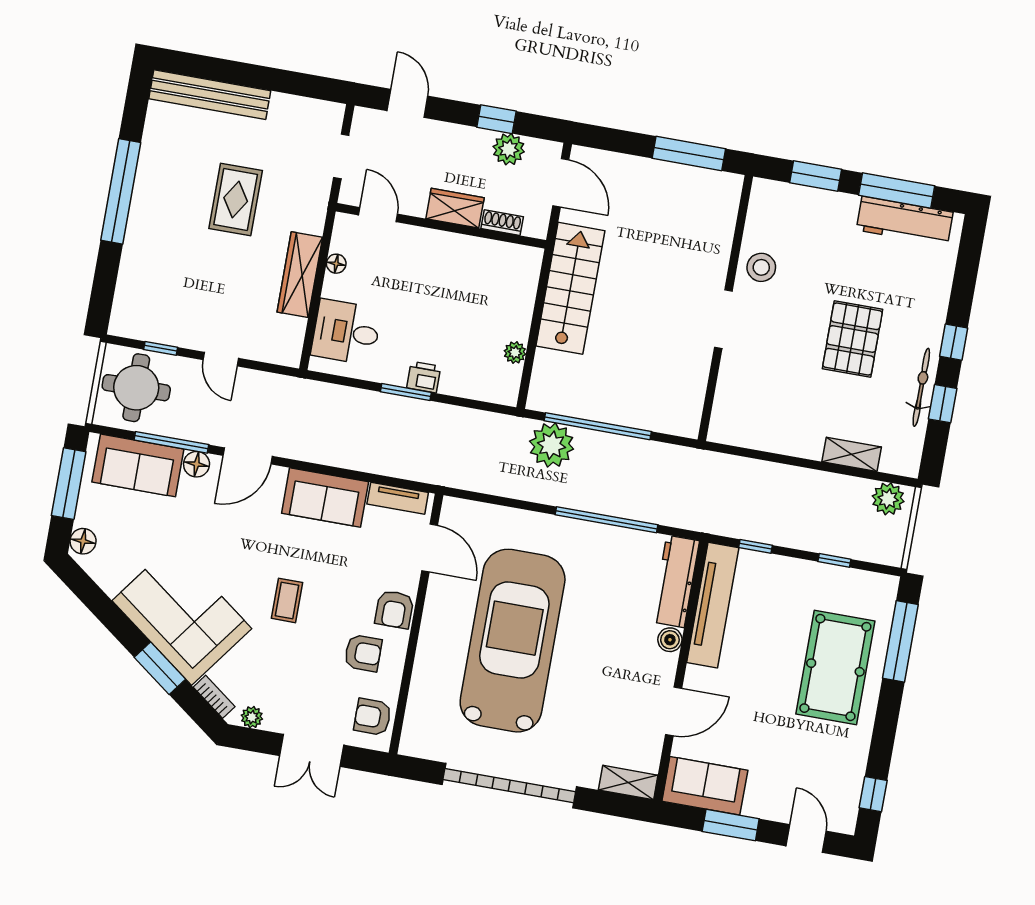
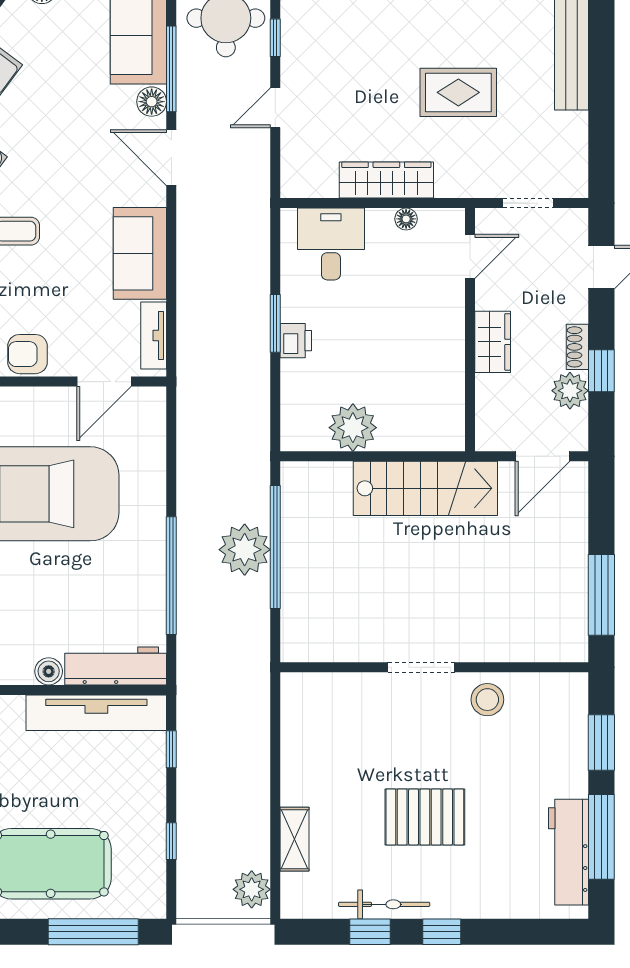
shoe rack: (502, 223) -> (577, 347), moved, turned 180
plant: (515, 353) -> (353, 428), width x1.88, depth x1.88
plant: (552, 445) -> (245, 550), moved

